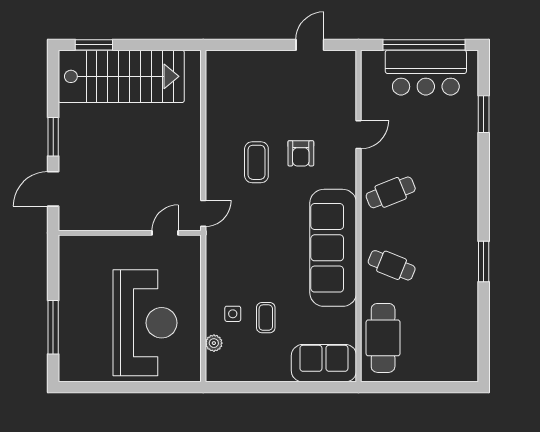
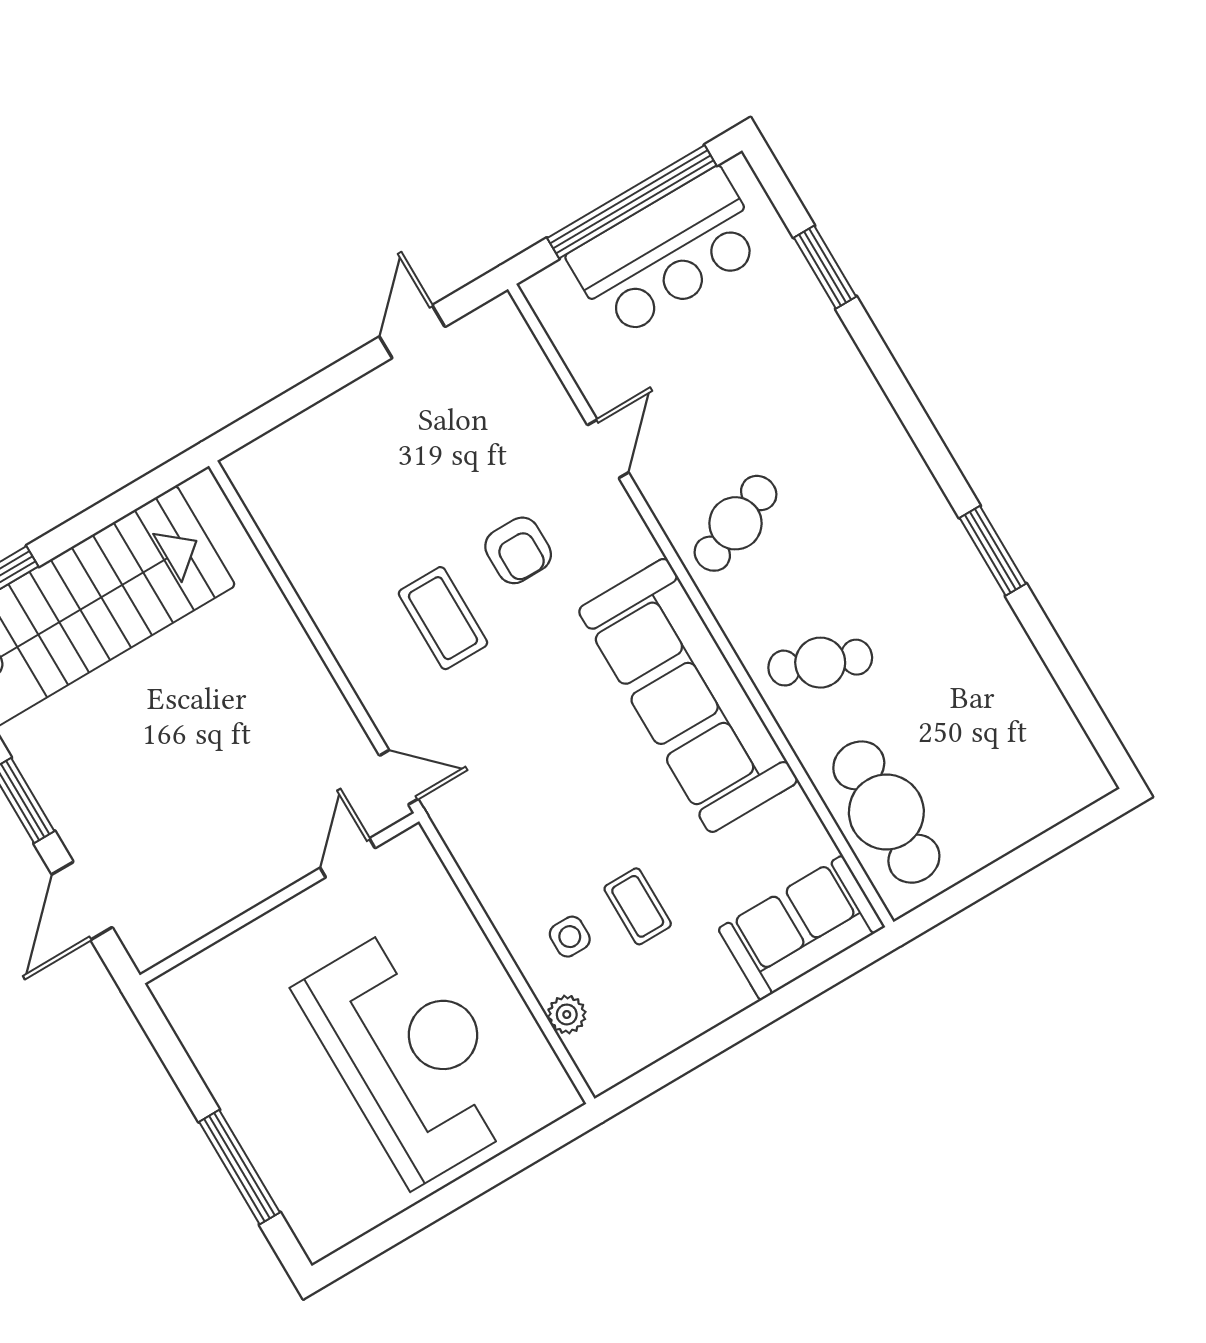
door: (203, 213) -> (399, 777), hinge flipped

